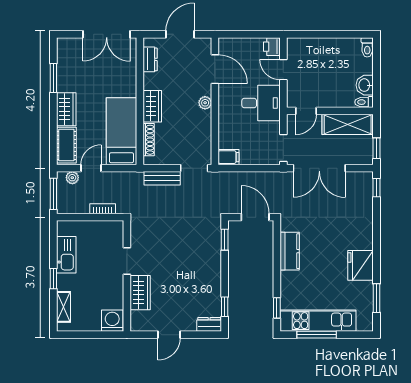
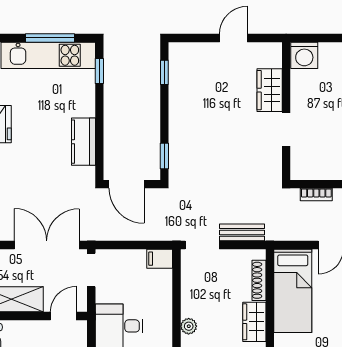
dresser: (209, 324) -> (184, 51), removed

